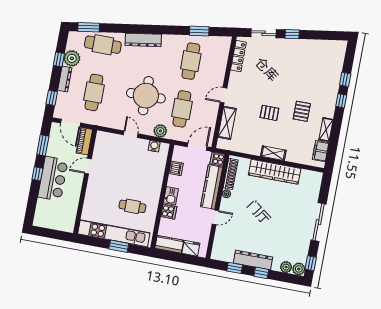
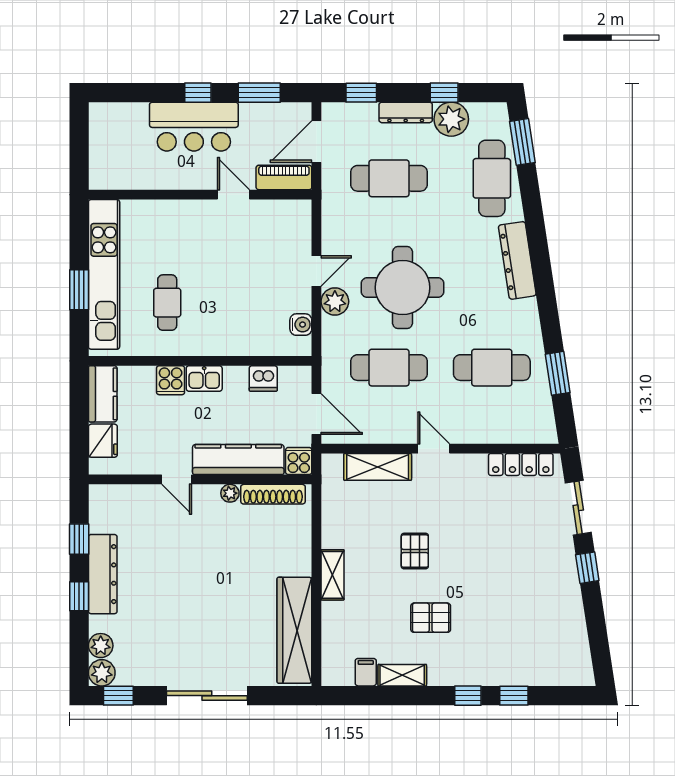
plant: (160, 131) -> (335, 301), moved
filing cabinet: (321, 151) -> (366, 672), width x0.50
wardrobe: (275, 172) -> (294, 630), moved

